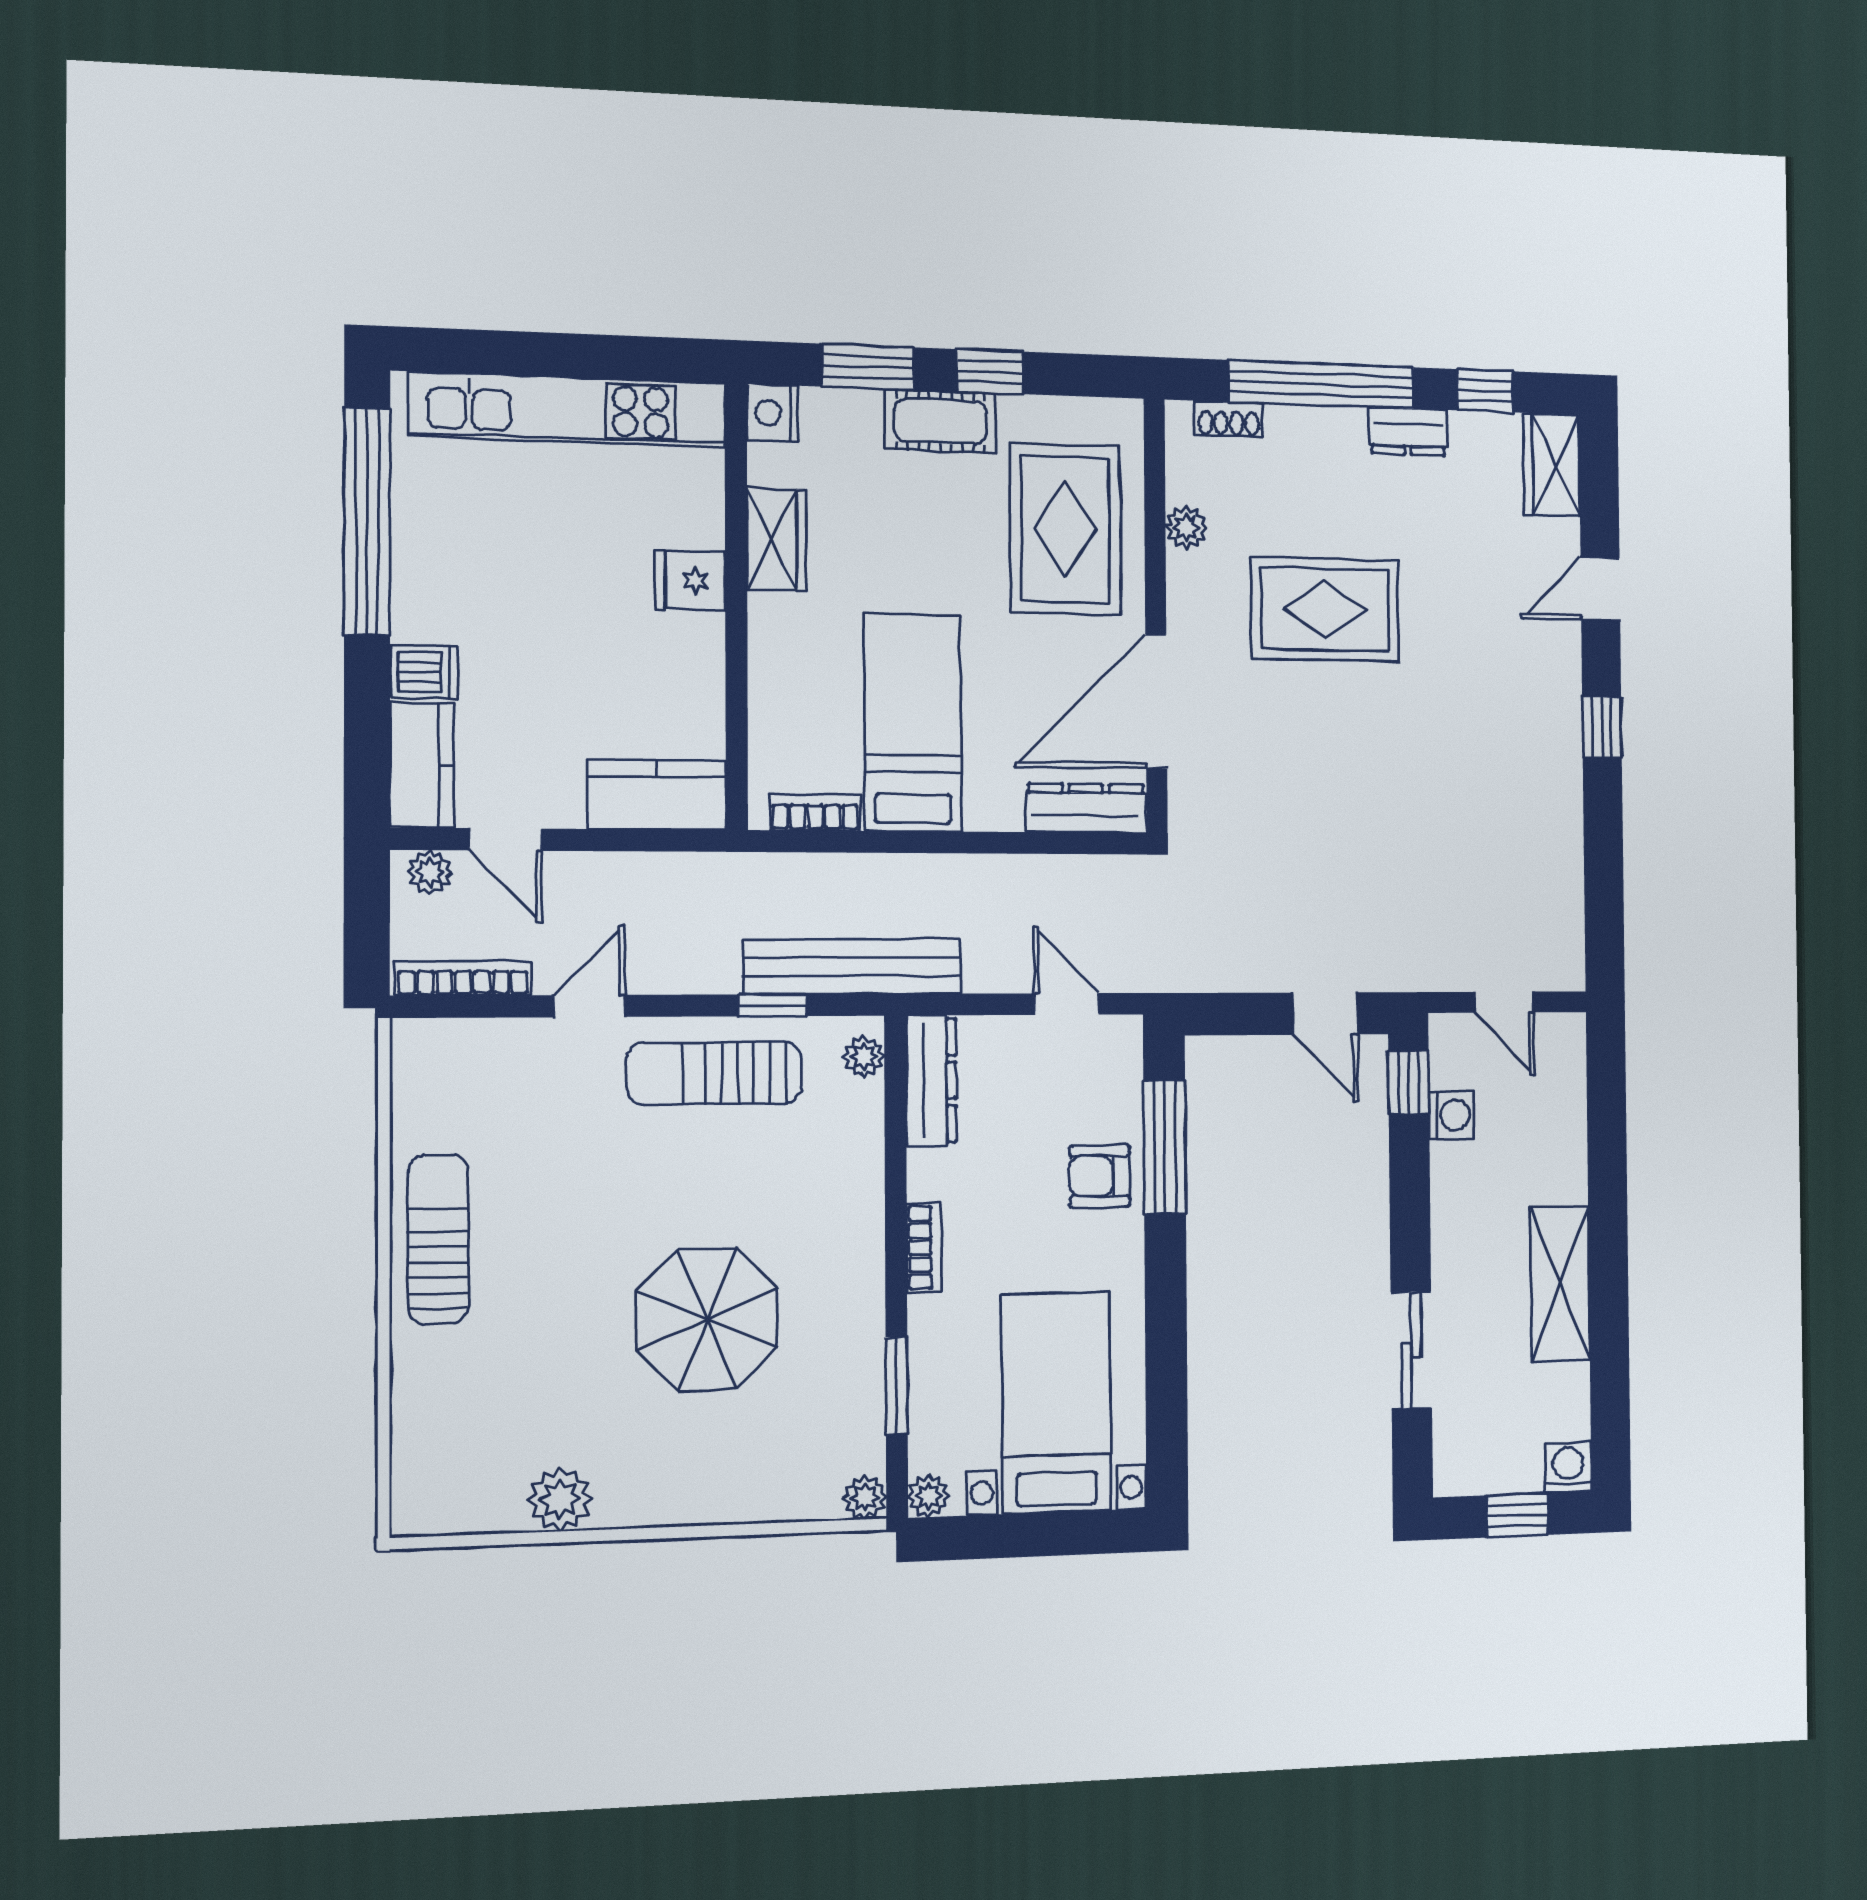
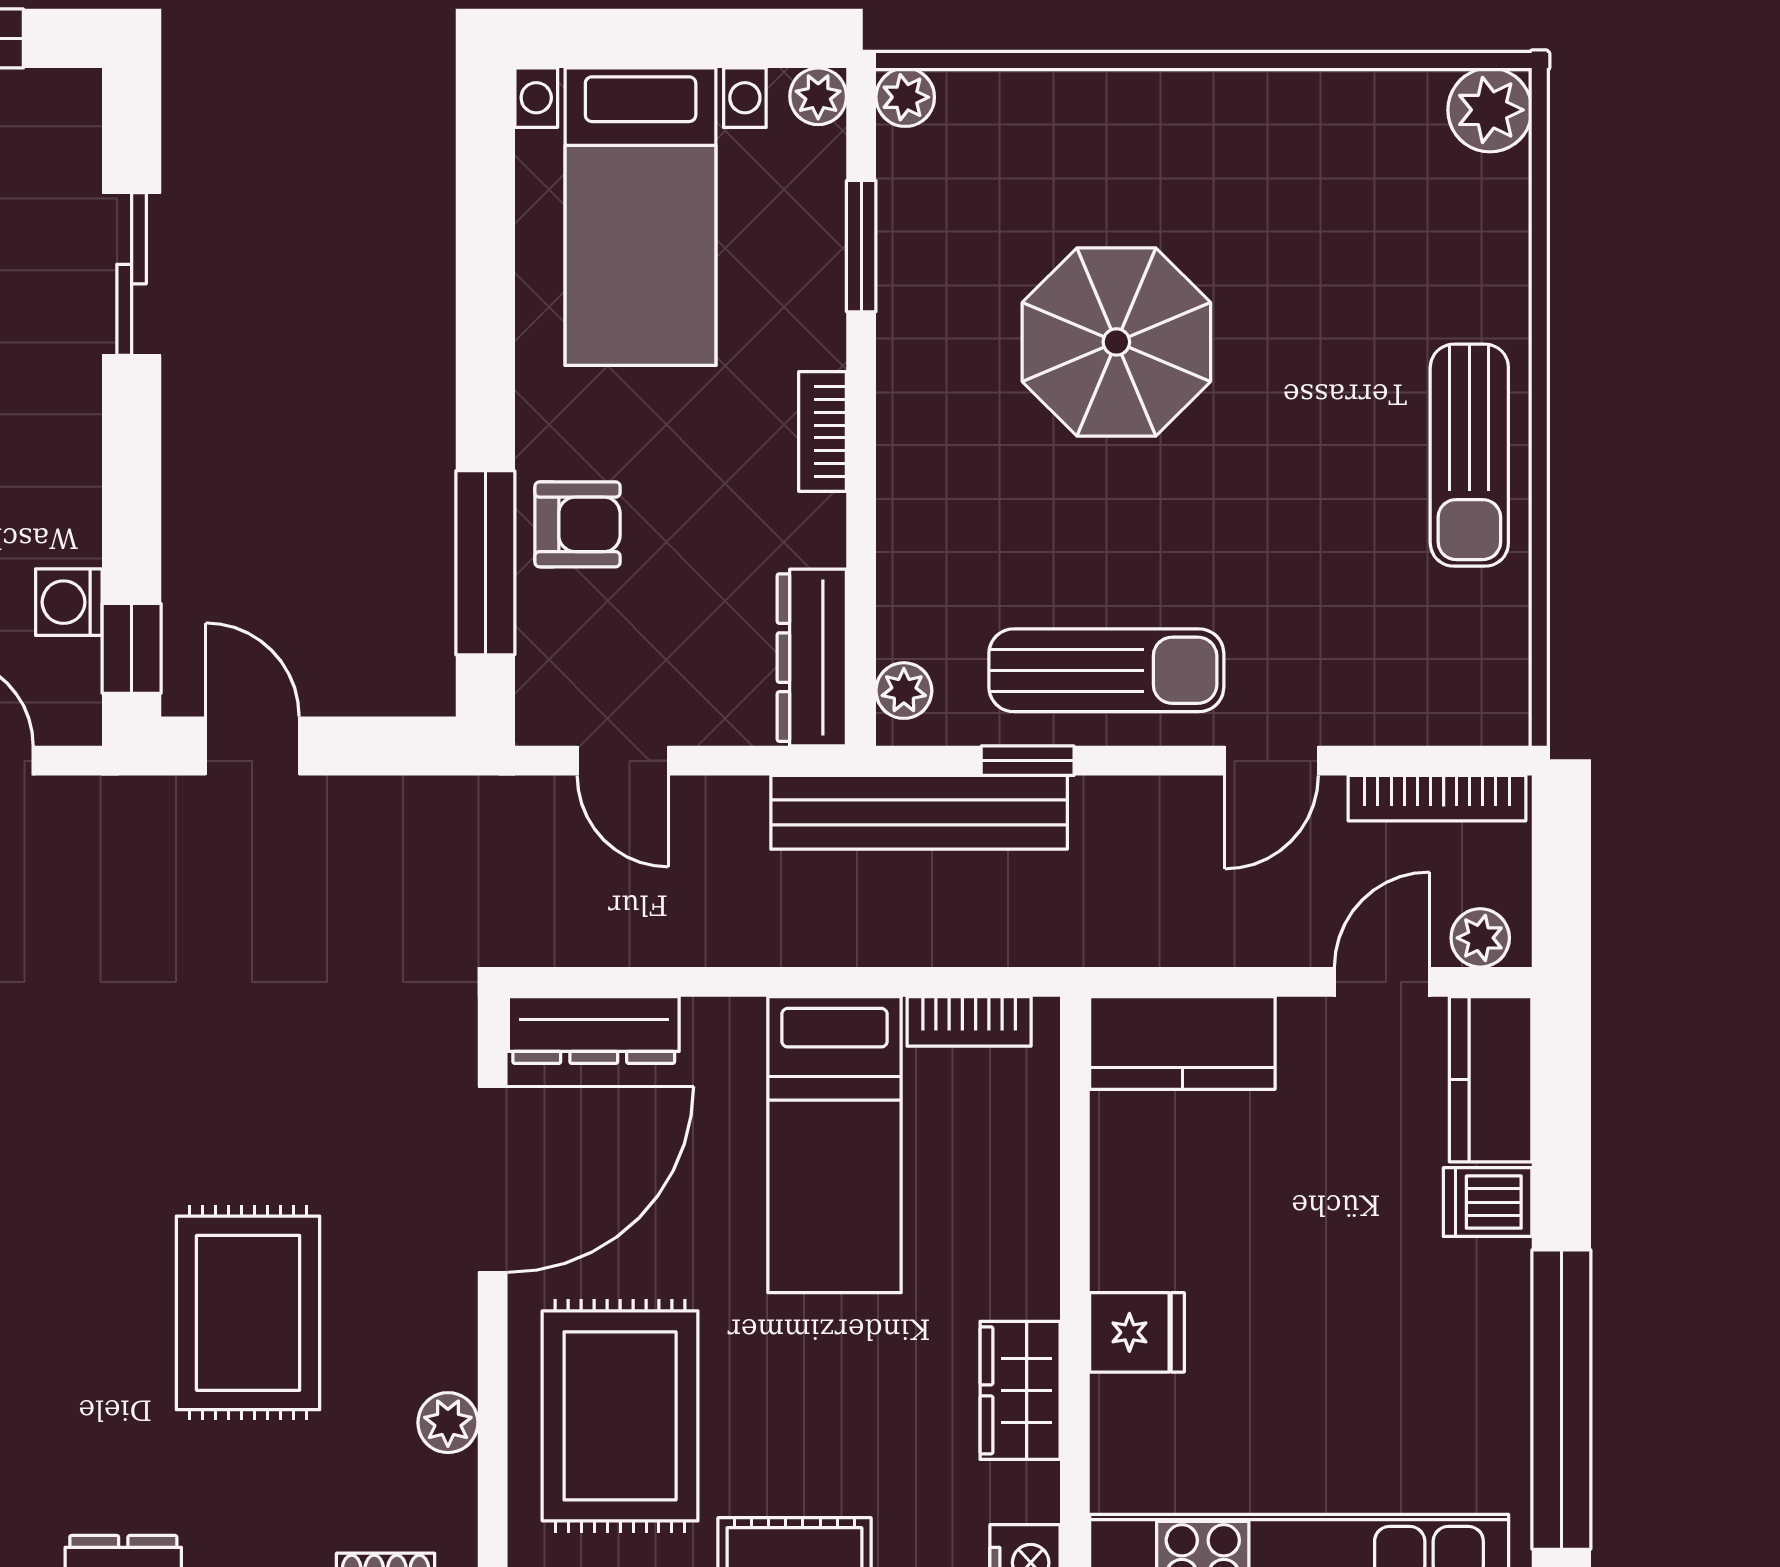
rug: (1325, 609) -> (248, 1313), turned 90
door: (505, 839) -> (1382, 982), hinge flipped
plant: (560, 1499) -> (1490, 110), moved

